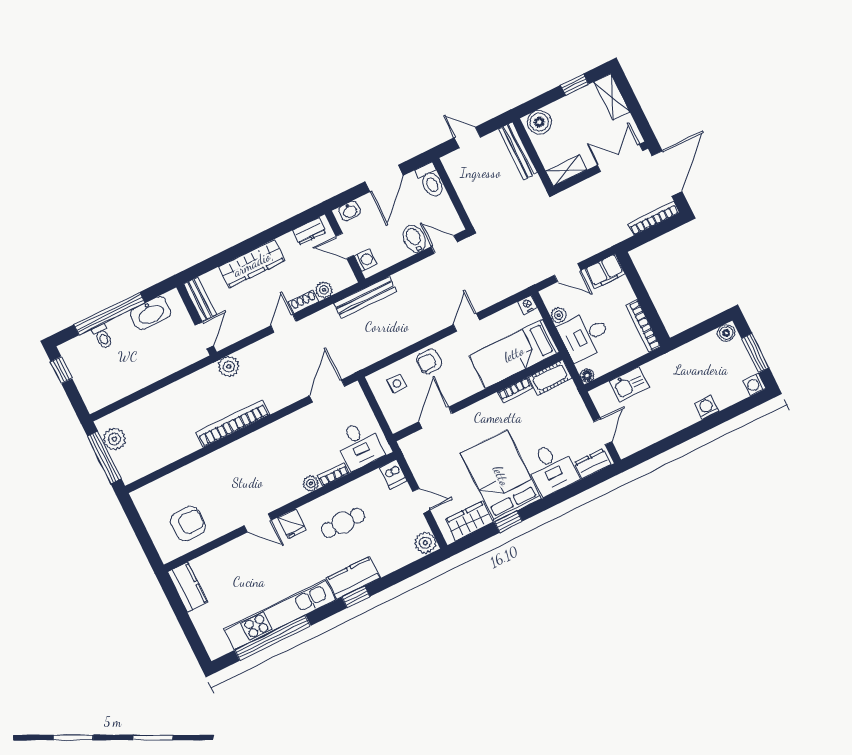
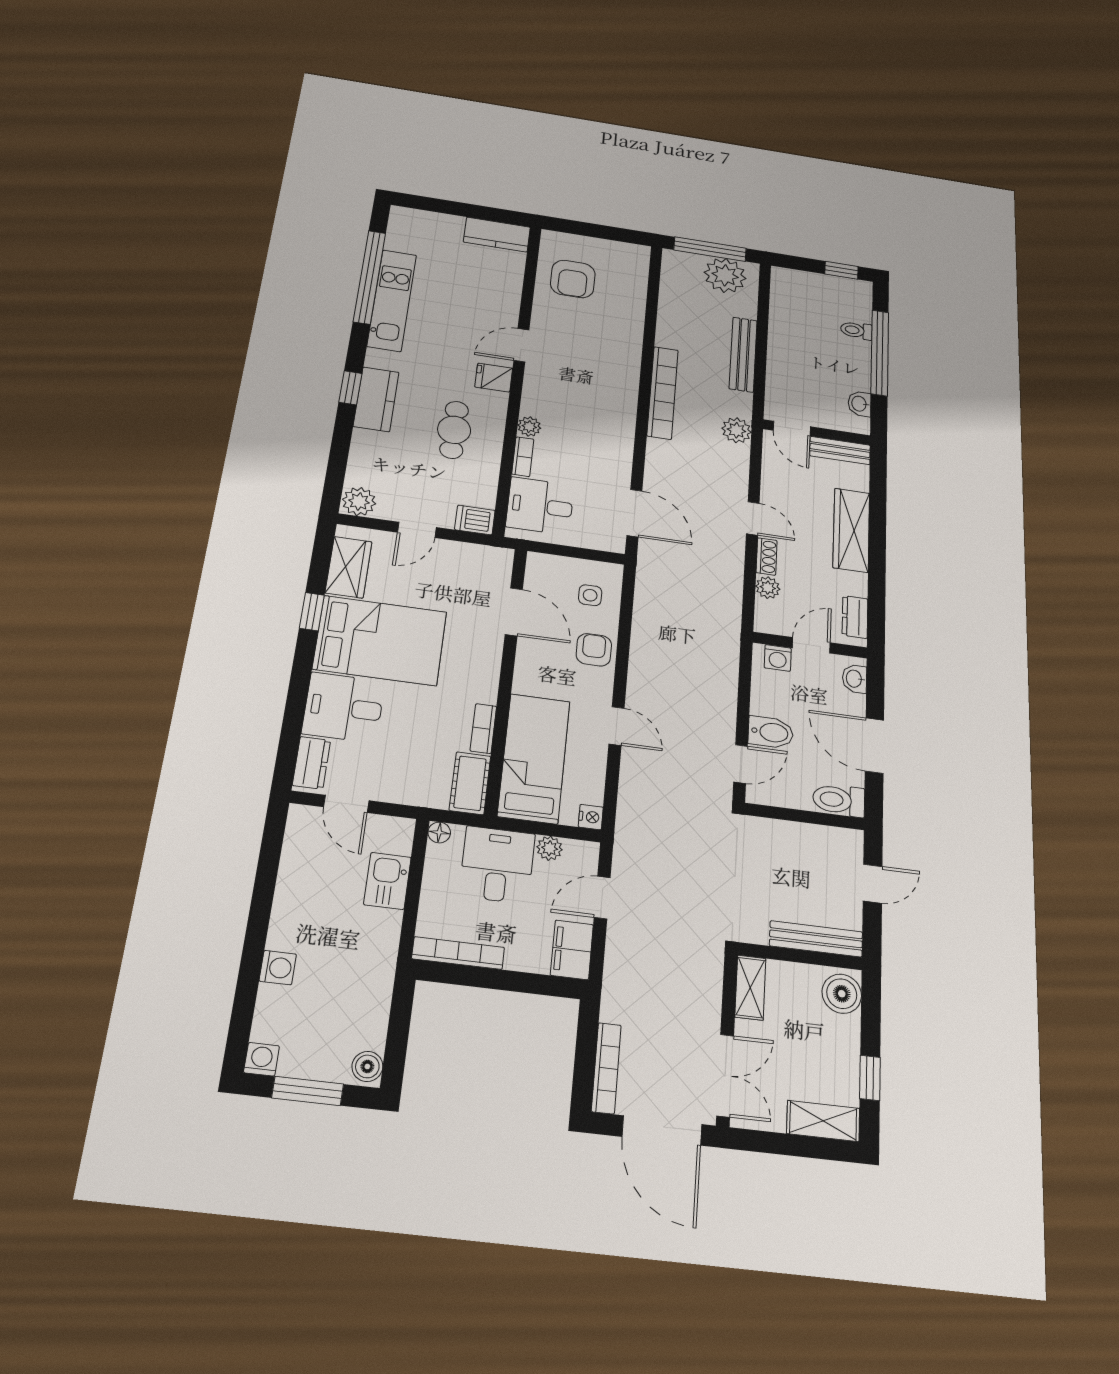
bench: (365, 297) -> (743, 354), moved
washbasin: (151, 313) -> (860, 404), width x0.52, depth x0.69
plant: (114, 439) -> (725, 275), width x1.36, depth x1.36
kitchen unit: (280, 615) -> (392, 300), width x0.73

